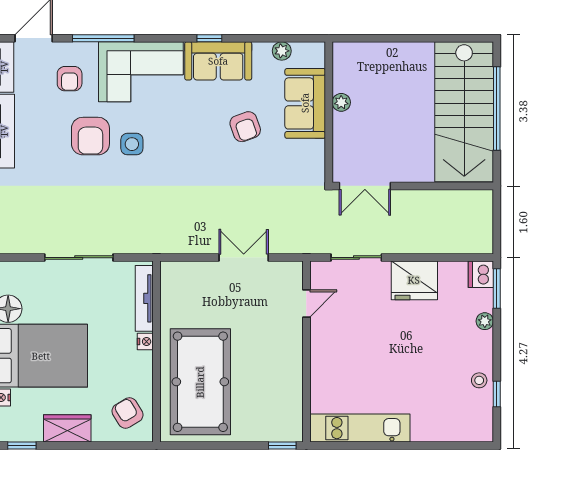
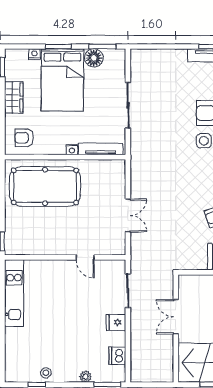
double door: (365, 186) -> (176, 317), moved
dishwasher: (481, 274) -> (117, 356), moved, turned -90
fridge: (414, 280) -> (116, 322), width x0.53, depth x0.75
door: (306, 303) -> (85, 257), moved
armchair: (128, 413) -> (24, 138), turned -149

